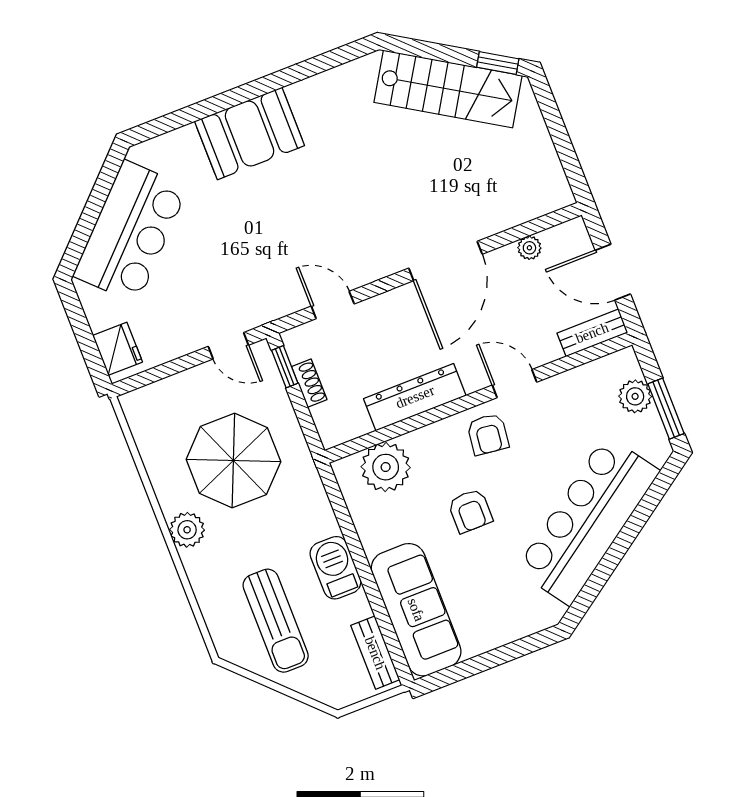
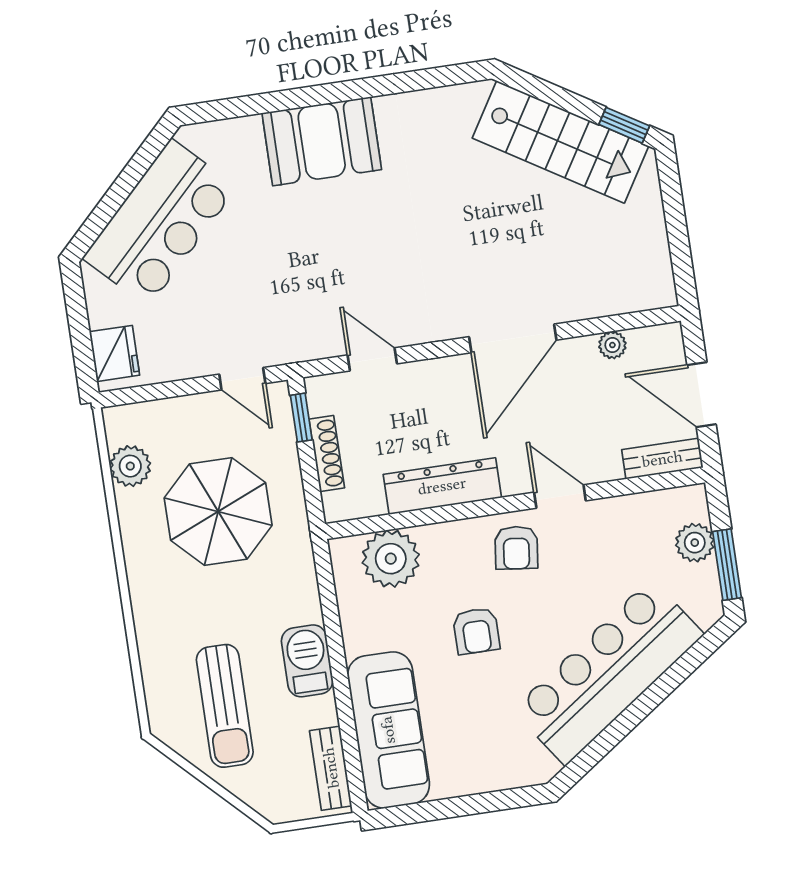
shoe rack: (309, 383) -> (327, 454), width x1.43
plant: (187, 530) -> (130, 466), moved

